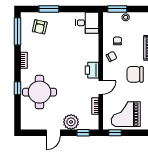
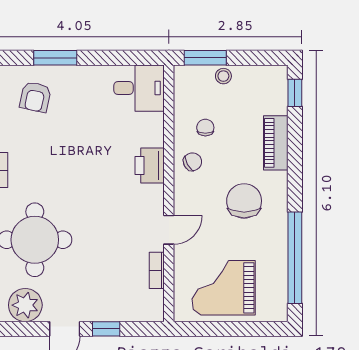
printer: (92, 70) -> (150, 166), moved
chair: (135, 74) -> (244, 201), turned 90
plant: (71, 122) -> (25, 305), moved
window: (83, 133) -> (106, 329), moved
window: (115, 133) -> (200, 329), removed

